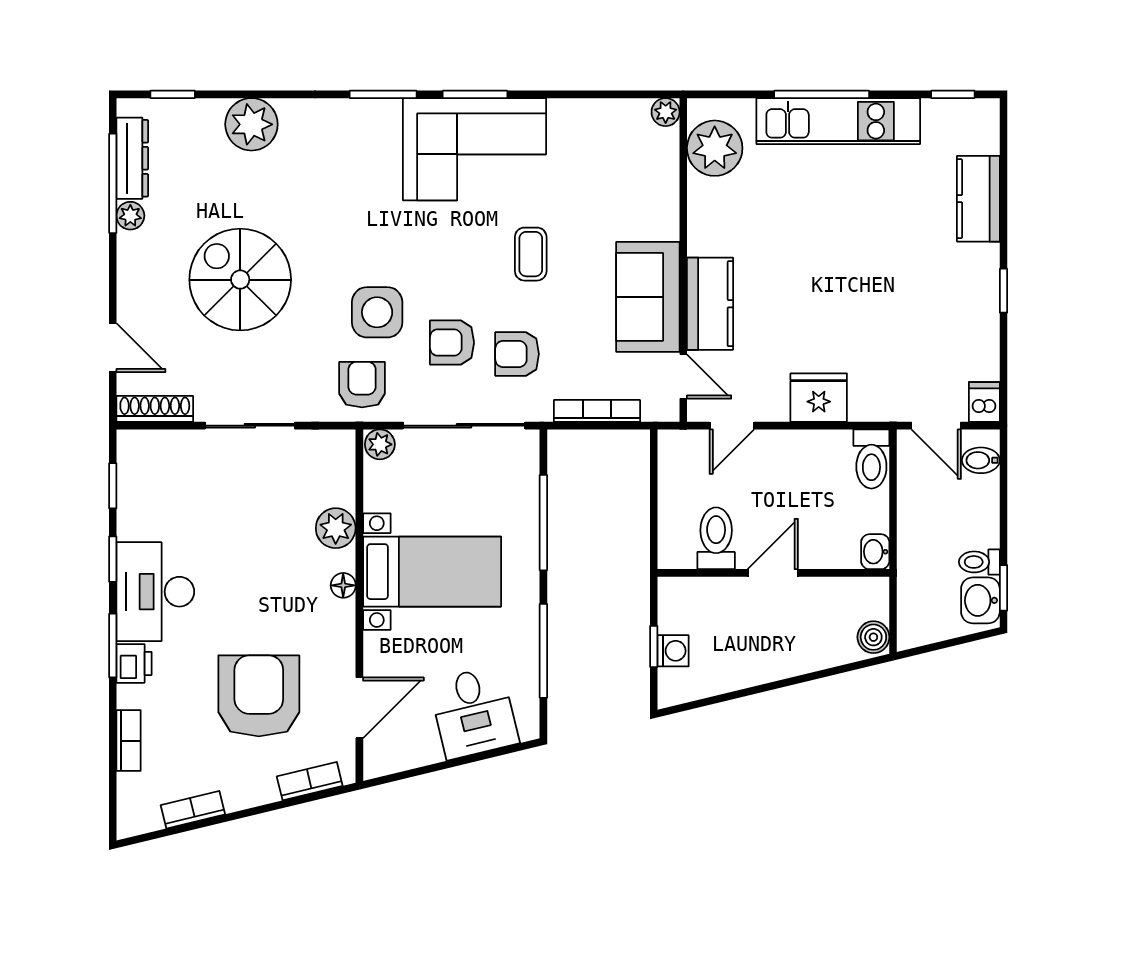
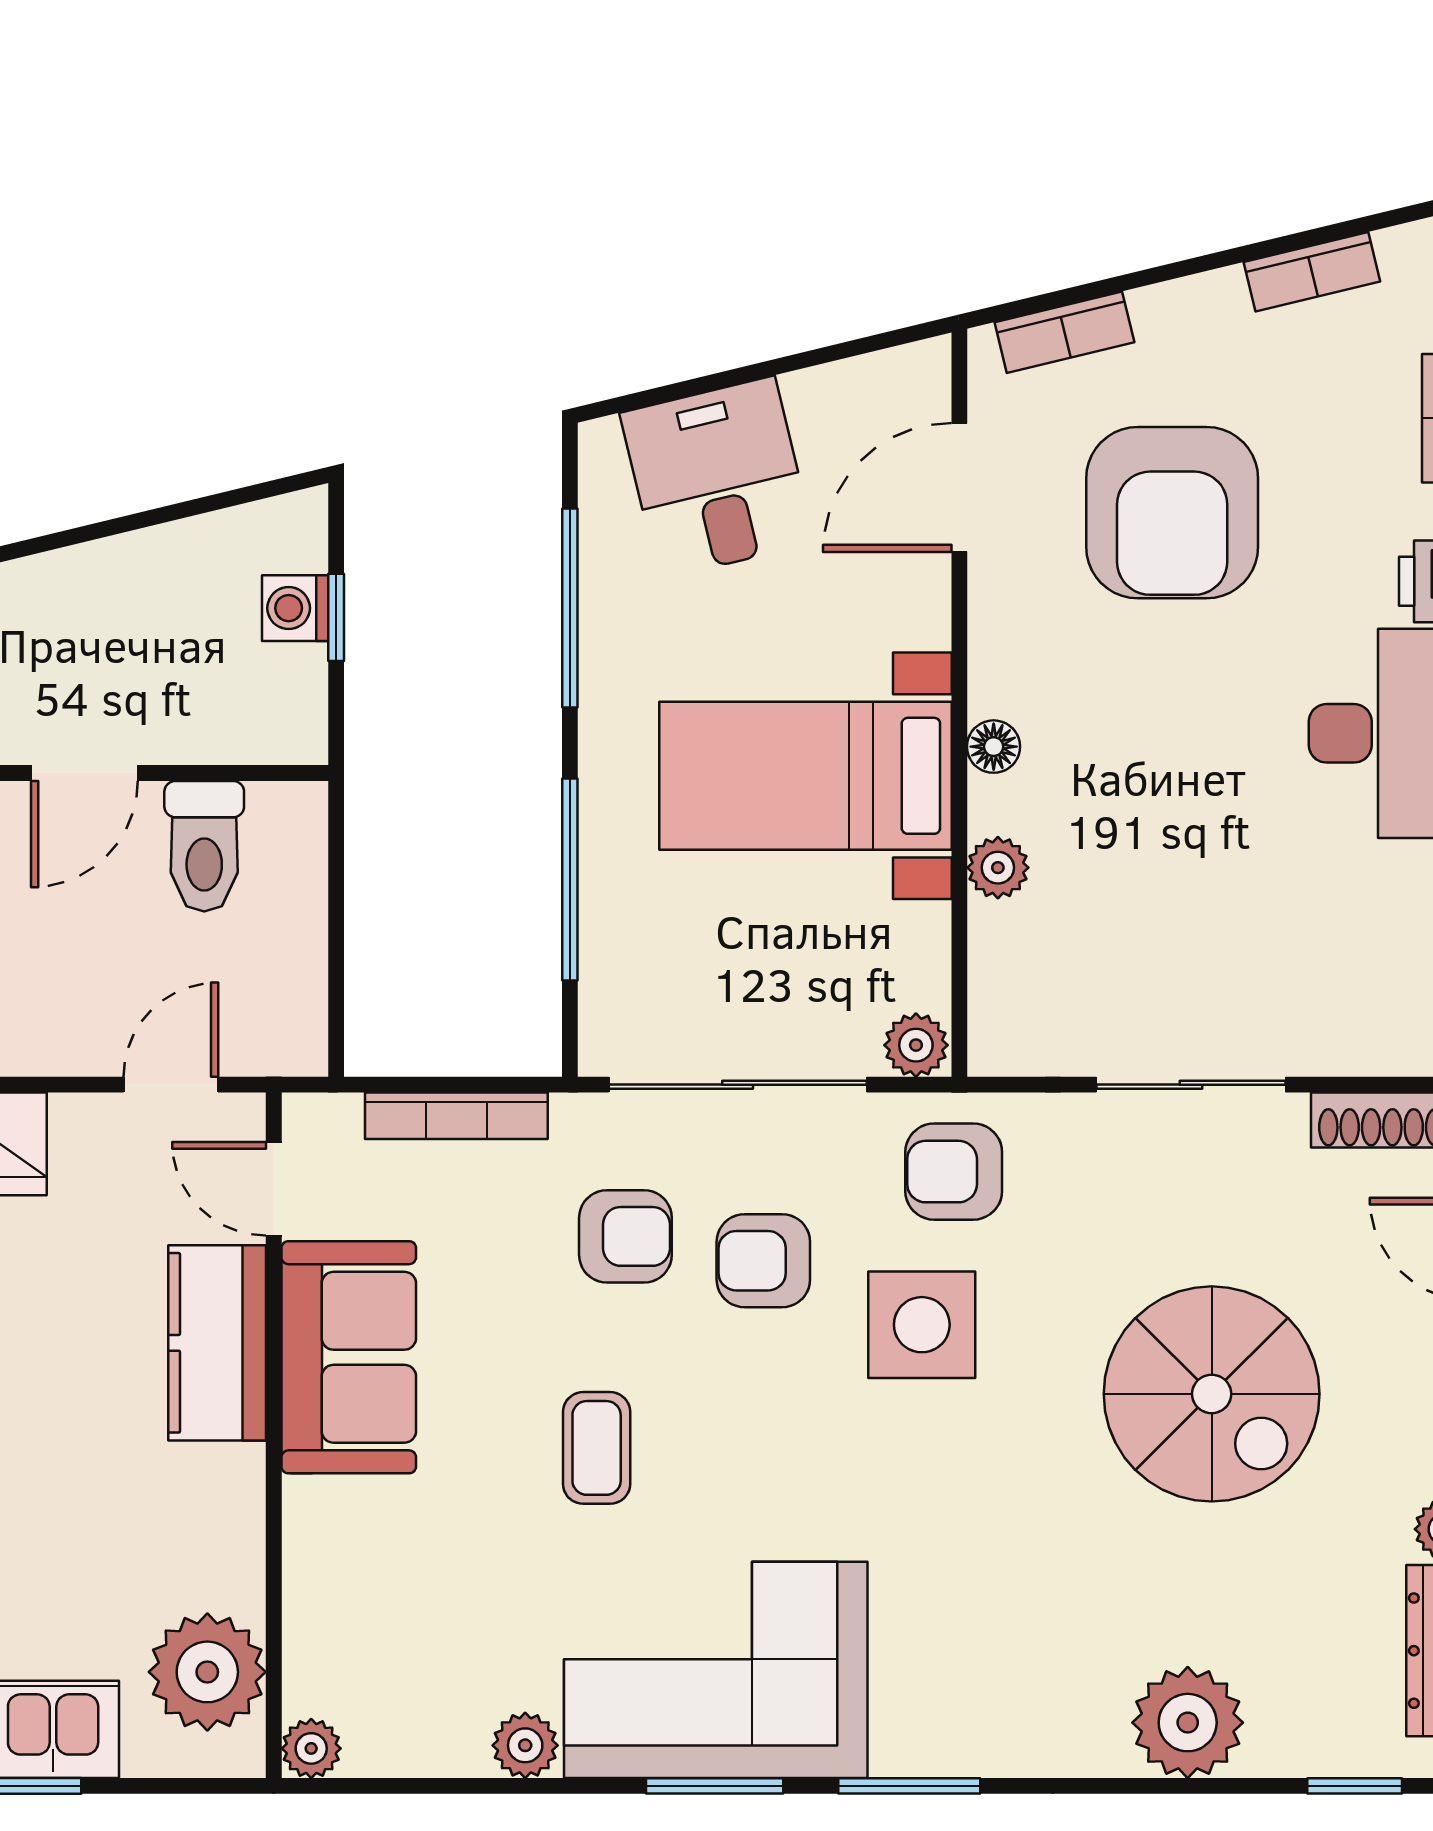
plant: (564, 114) -> (525, 1745), added
armchair: (452, 343) -> (763, 1261), turned 180
armchair: (362, 385) -> (954, 1172), turned 90
plant: (336, 528) -> (998, 868), width x0.73, depth x0.73

